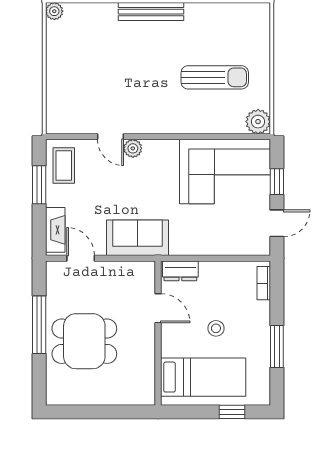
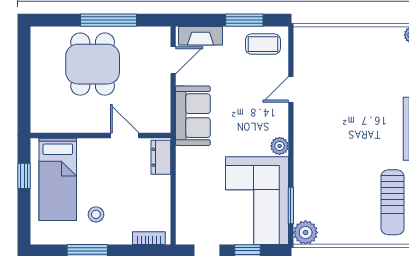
sun lounger: (215, 77) -> (393, 202), moved
window: (230, 137) -> (291, 205), added
plant: (133, 148) -> (280, 146), moved
door: (158, 308) -> (125, 135), swing flipped
stool: (216, 328) -> (96, 214), moved
window: (232, 412) -> (24, 176), moved

